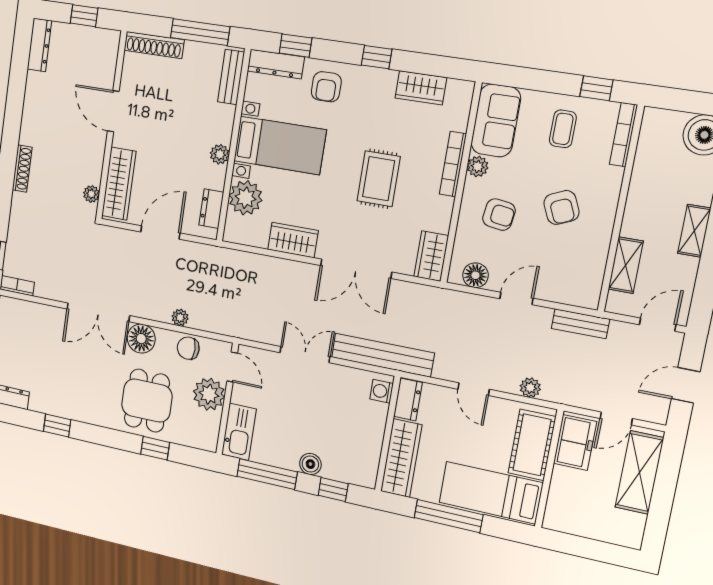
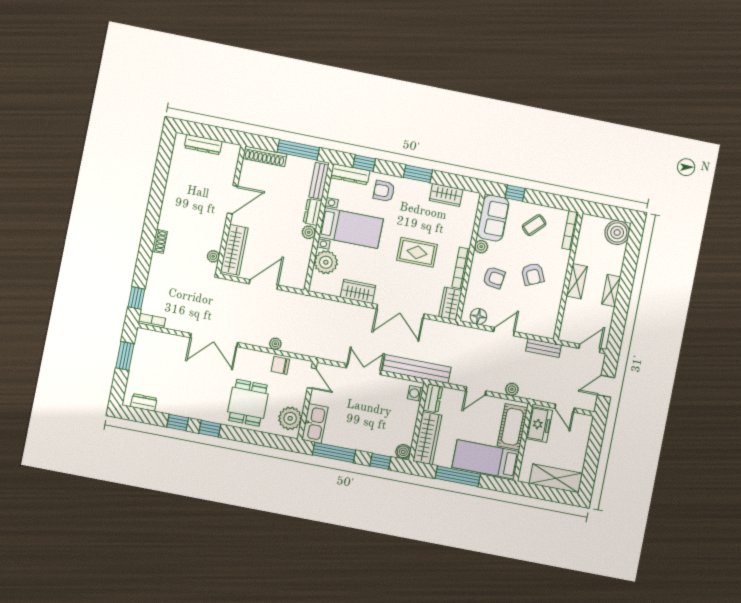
window: (84, 16) -> (214, 133), removed
dresser: (39, 45) -> (203, 145), moved, turned 90
window: (377, 57) -> (418, 174), width x1.50
armchair: (326, 87) -> (384, 191), turned 90
window: (596, 88) -> (515, 193), moved
door: (113, 111) -> (233, 200), swing flipped
coffee table: (563, 129) -> (534, 225), turned 45
bookcase: (453, 164) -> (461, 268), moved
shoe rack: (22, 168) -> (160, 241), width x0.70
rug: (379, 179) -> (417, 252), turned 90
dresser: (211, 209) -> (313, 212), moved
shelving: (626, 265) -> (577, 281), moved
floor lamp: (141, 339) -> (246, 359), removed
door: (474, 389) -> (476, 391), hinge flipped
plant: (209, 394) -> (290, 418), moved
door: (616, 418) -> (565, 408), hinge flipped
window: (155, 448) -> (210, 429), moved
boiler: (310, 464) -> (403, 452), moved
shelving: (639, 473) -> (556, 478), moved, turned 90

